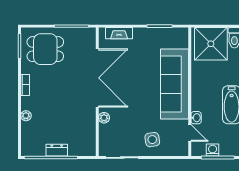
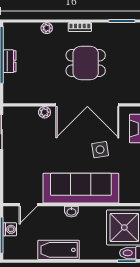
dining table: (45, 49) -> (86, 63), moved, turned 90
washbasin: (196, 118) -> (71, 212), moved
side table: (152, 140) -> (100, 150), moved

